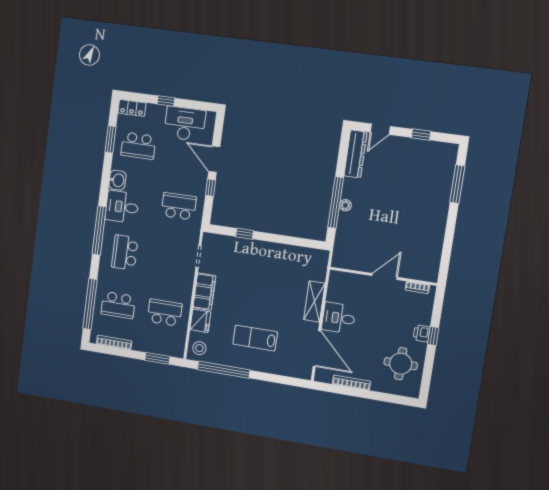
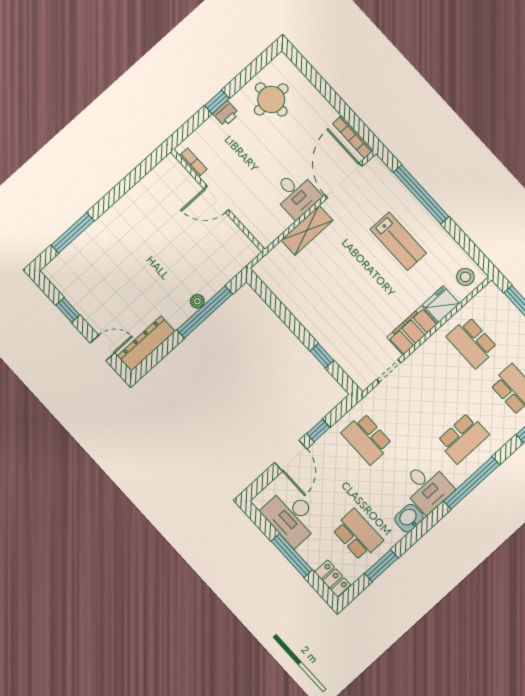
window: (166, 101) -> (292, 556), width x2.17
window: (224, 370) -> (421, 194), moved
bookcase: (351, 383) -> (353, 137), moved

